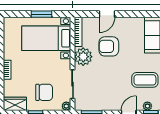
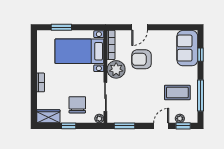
window: (41, 14) -> (61, 27), moved
chair: (44, 92) -> (77, 105), turned -90

